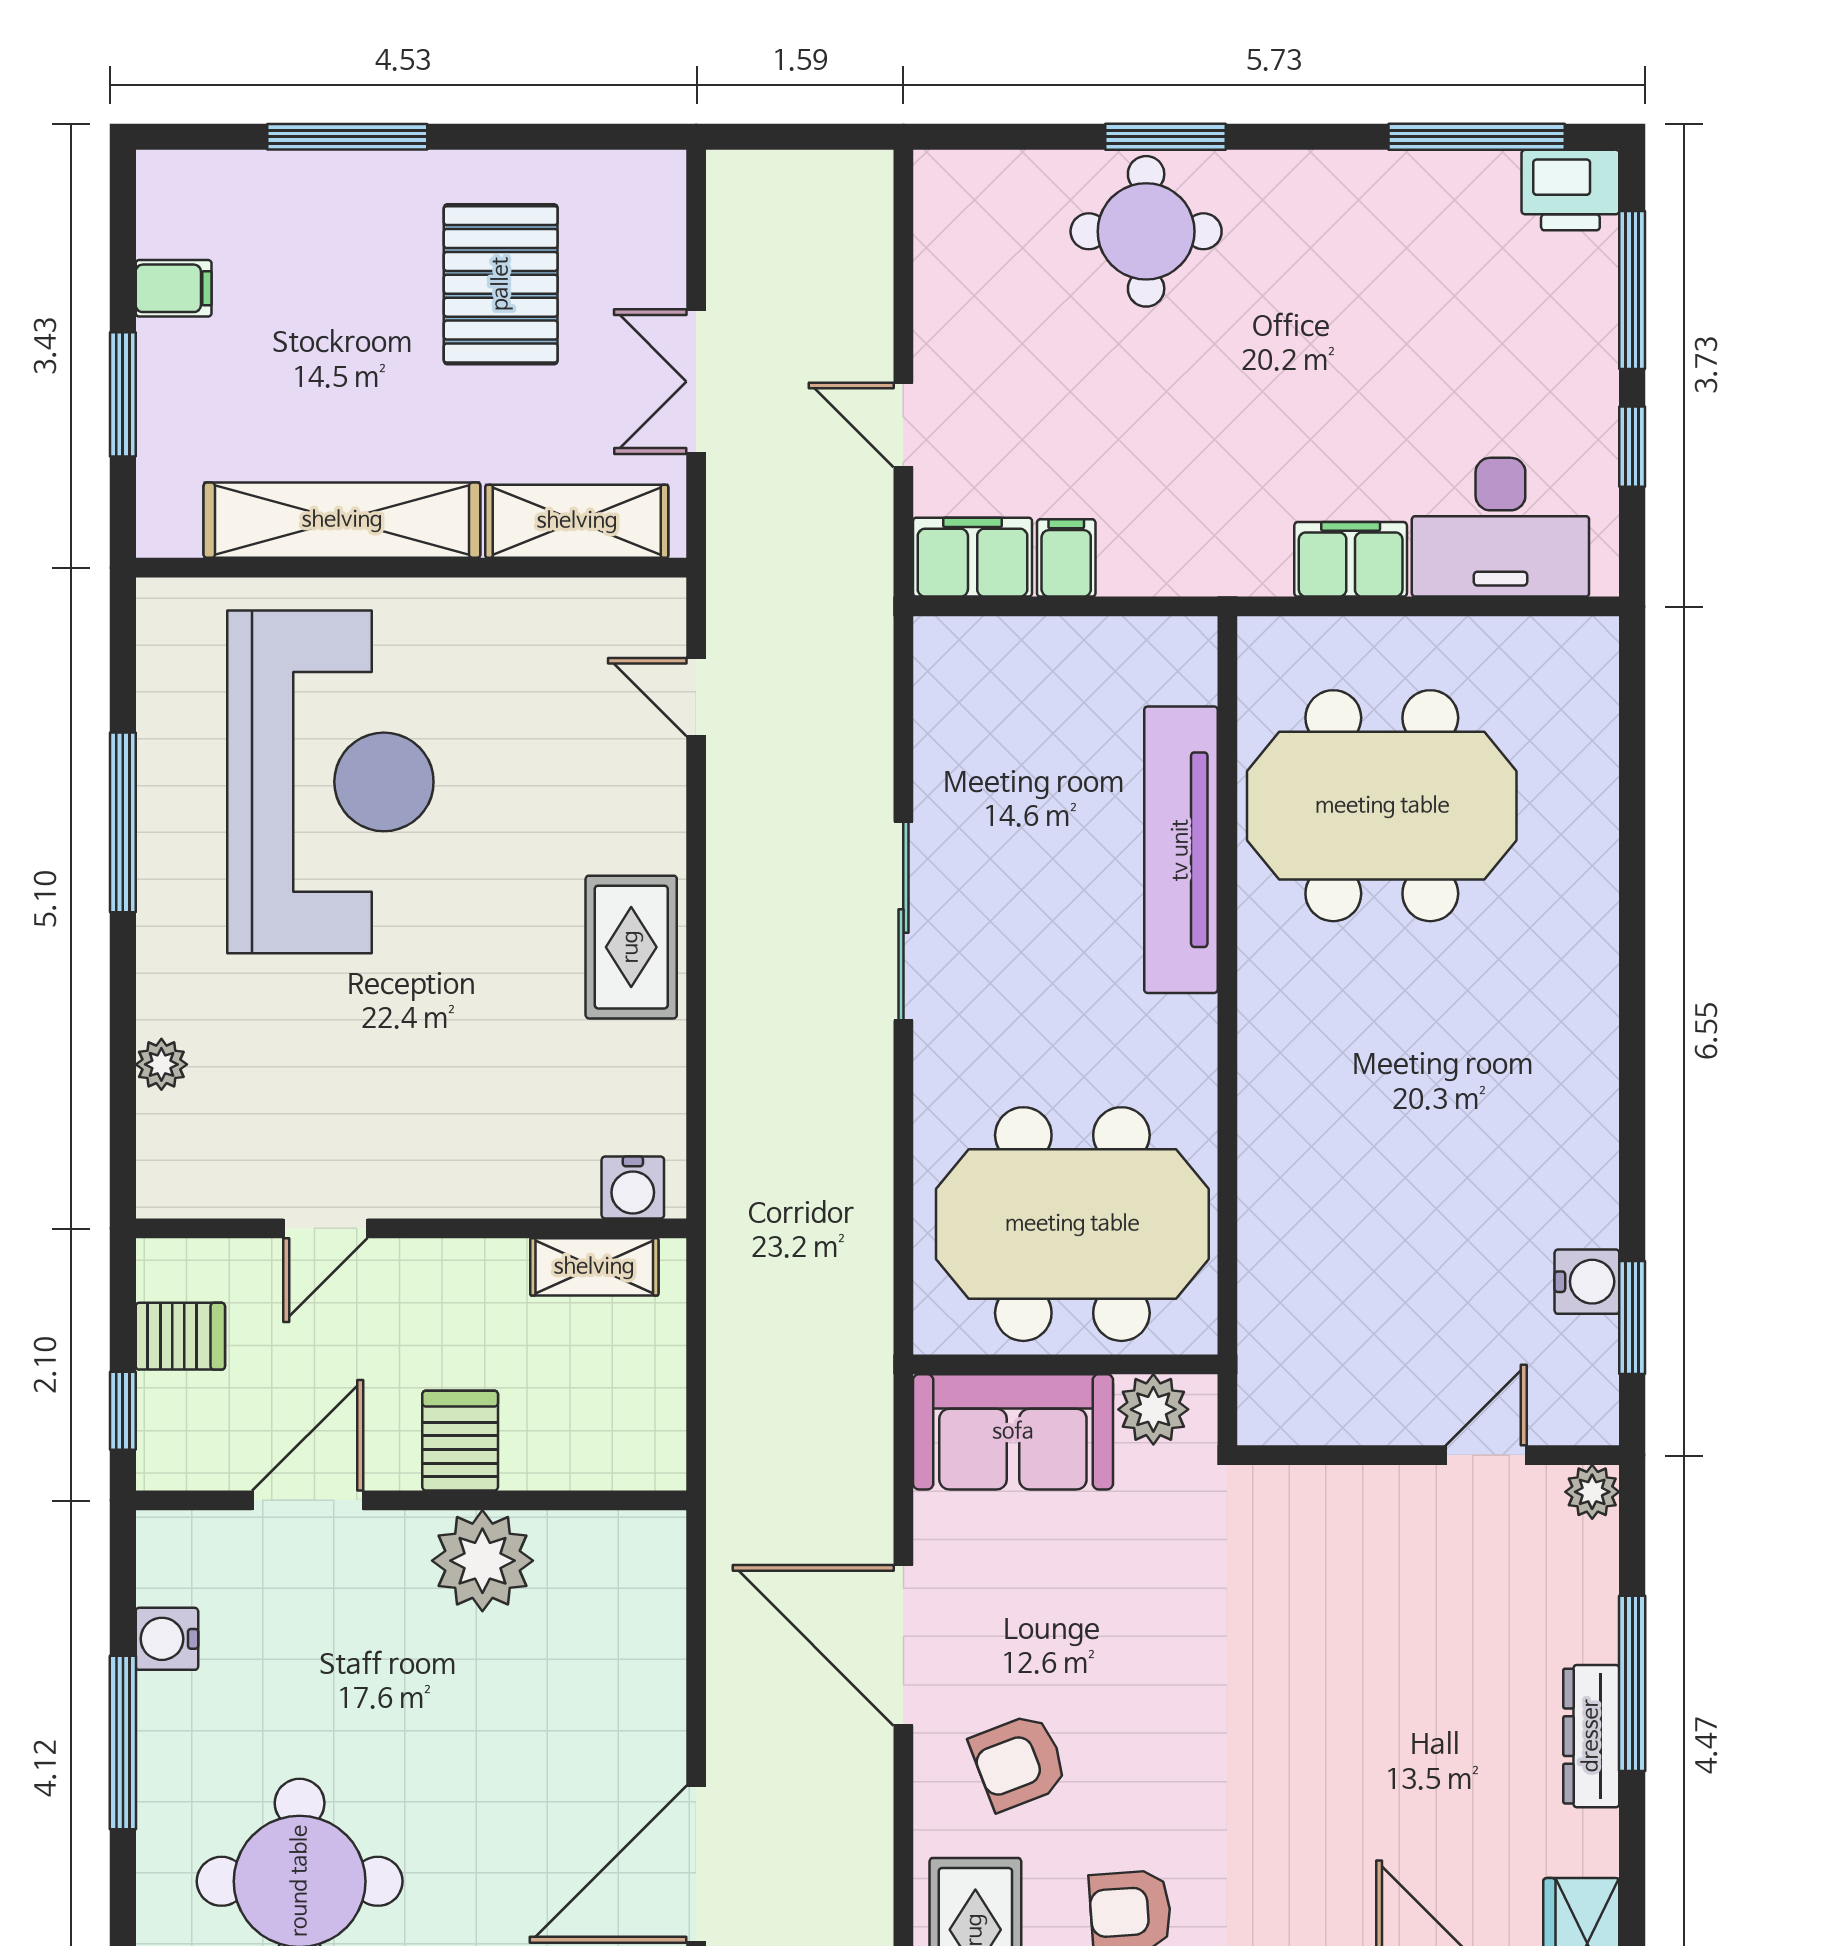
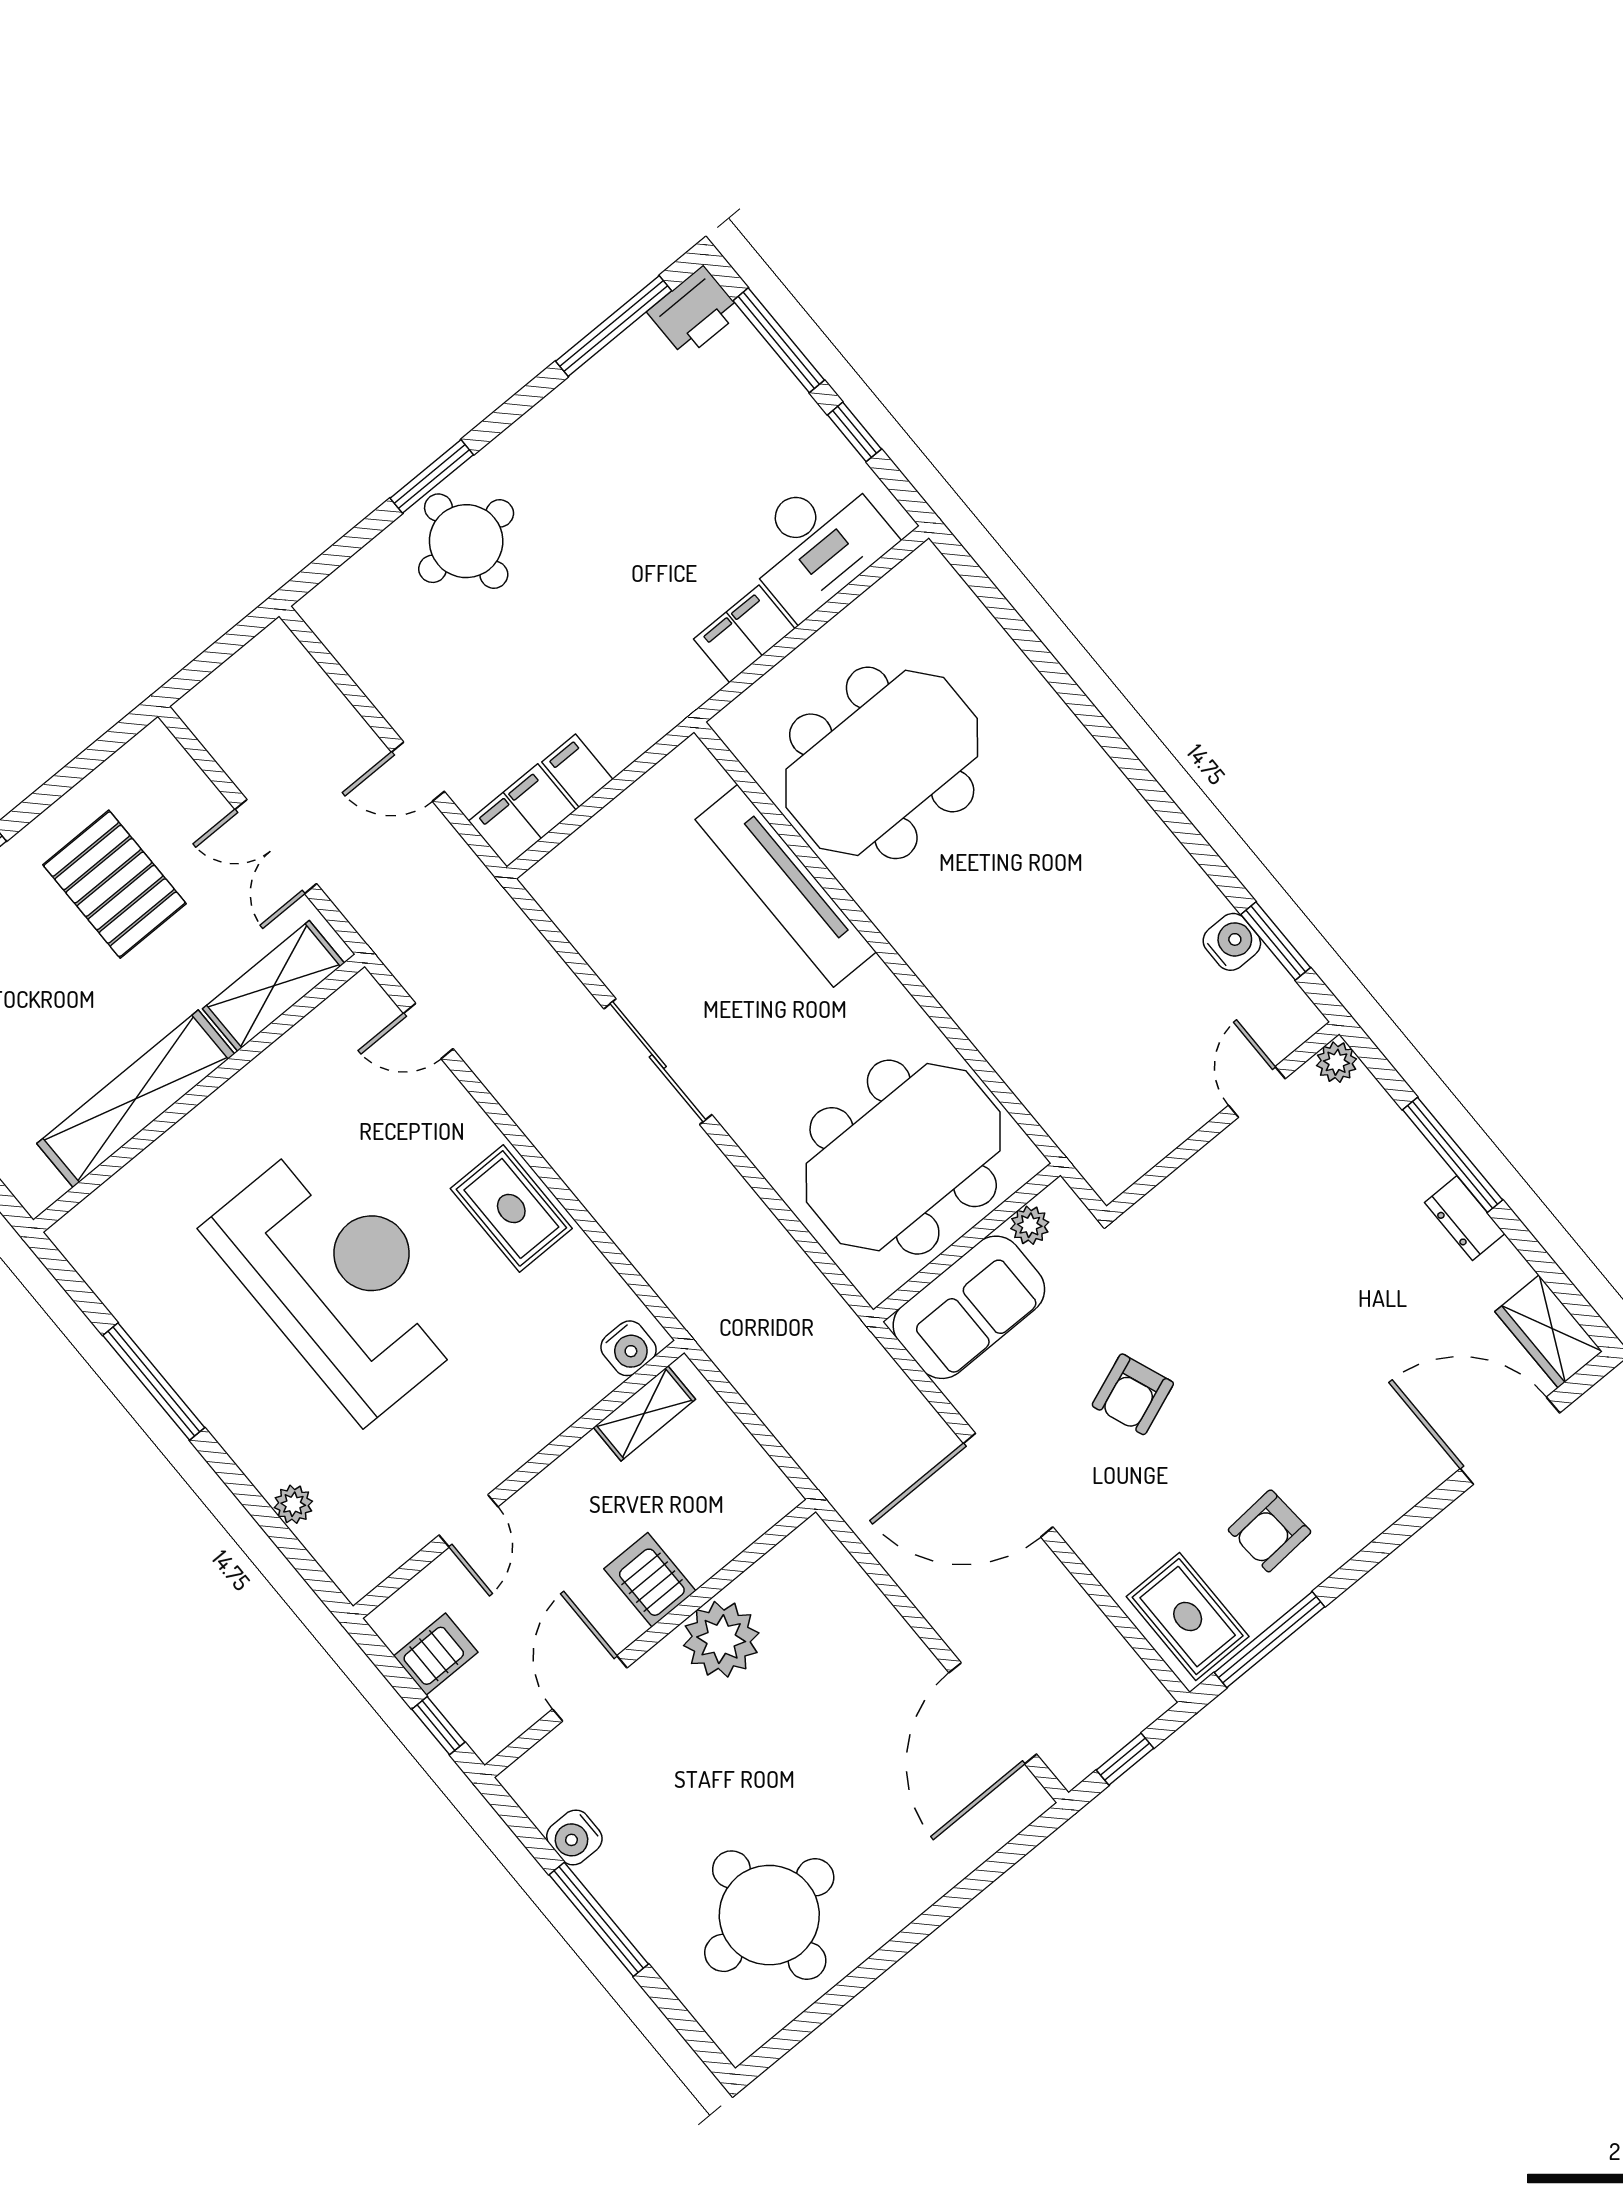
reception desk: (330, 782) -> (340, 1279), moved
plant: (1153, 1409) -> (1030, 1225), width x0.73, depth x0.73
dresser: (1591, 1736) -> (1465, 1218), width x0.70
armchair: (1019, 1762) -> (1133, 1394), moved

